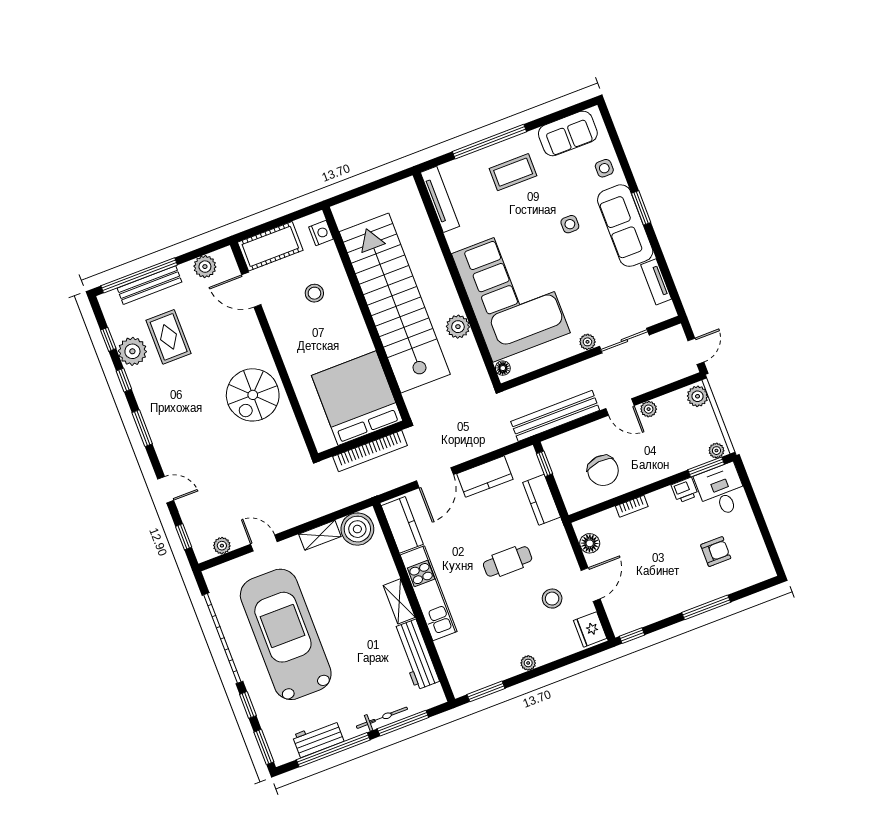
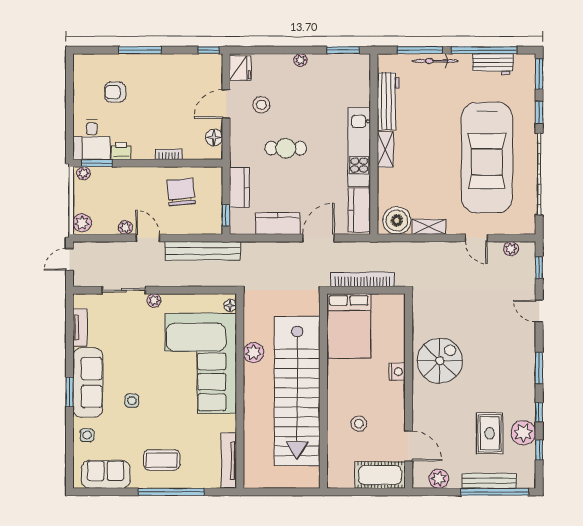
nightstand: (321, 233) -> (397, 372), moved, turned 180
bed: (357, 398) -> (349, 326), width x0.73

